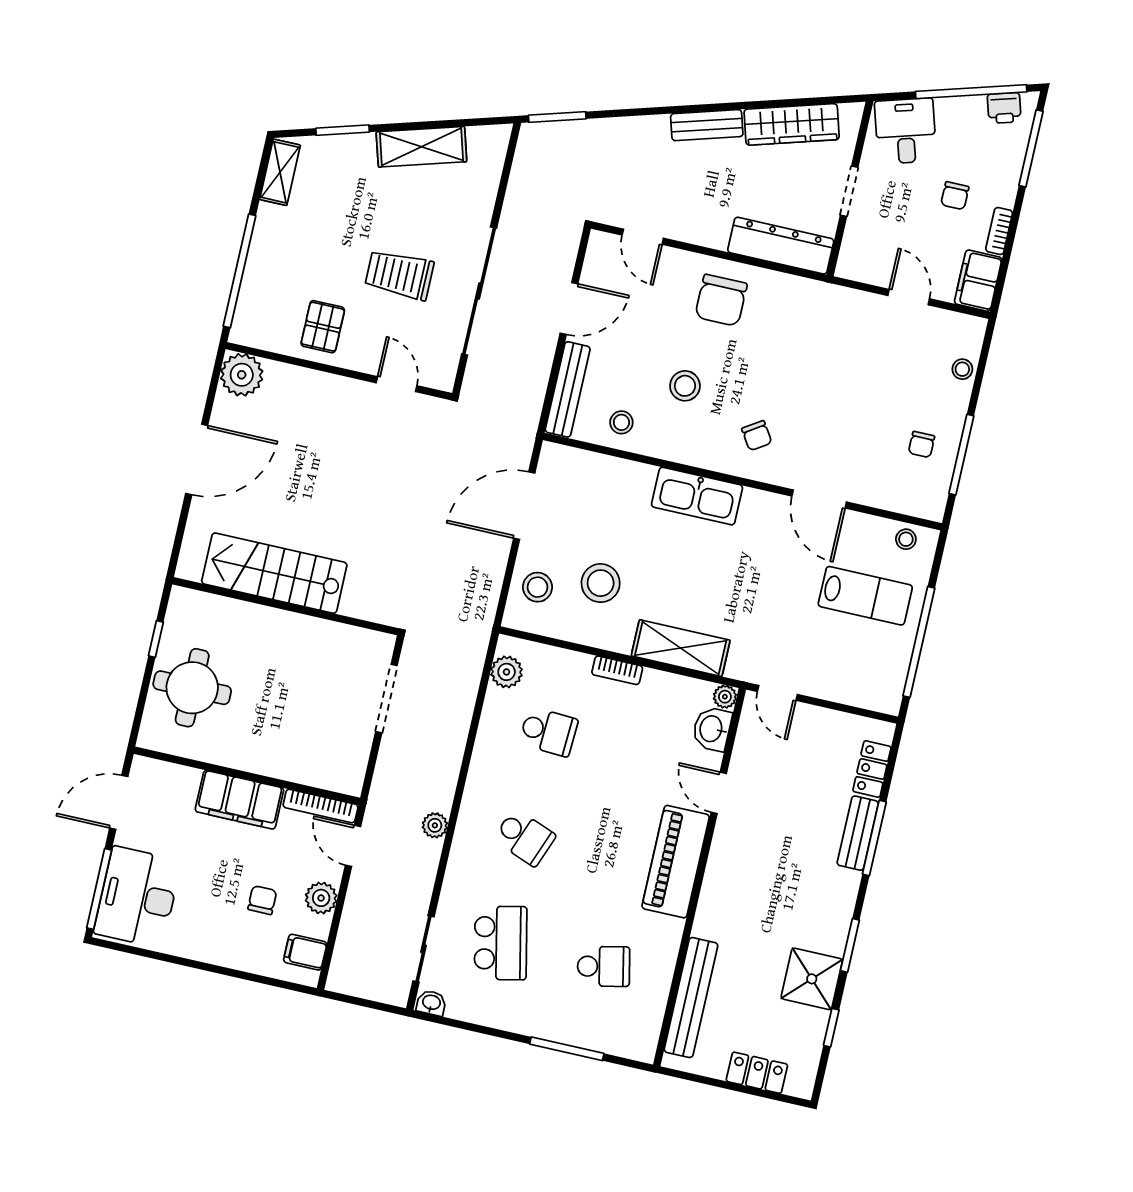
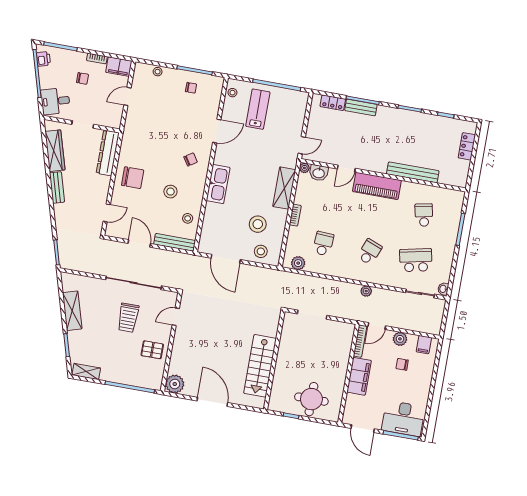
shower: (812, 979) -> (425, 124), removed
bench: (691, 998) -> (413, 172), moved

